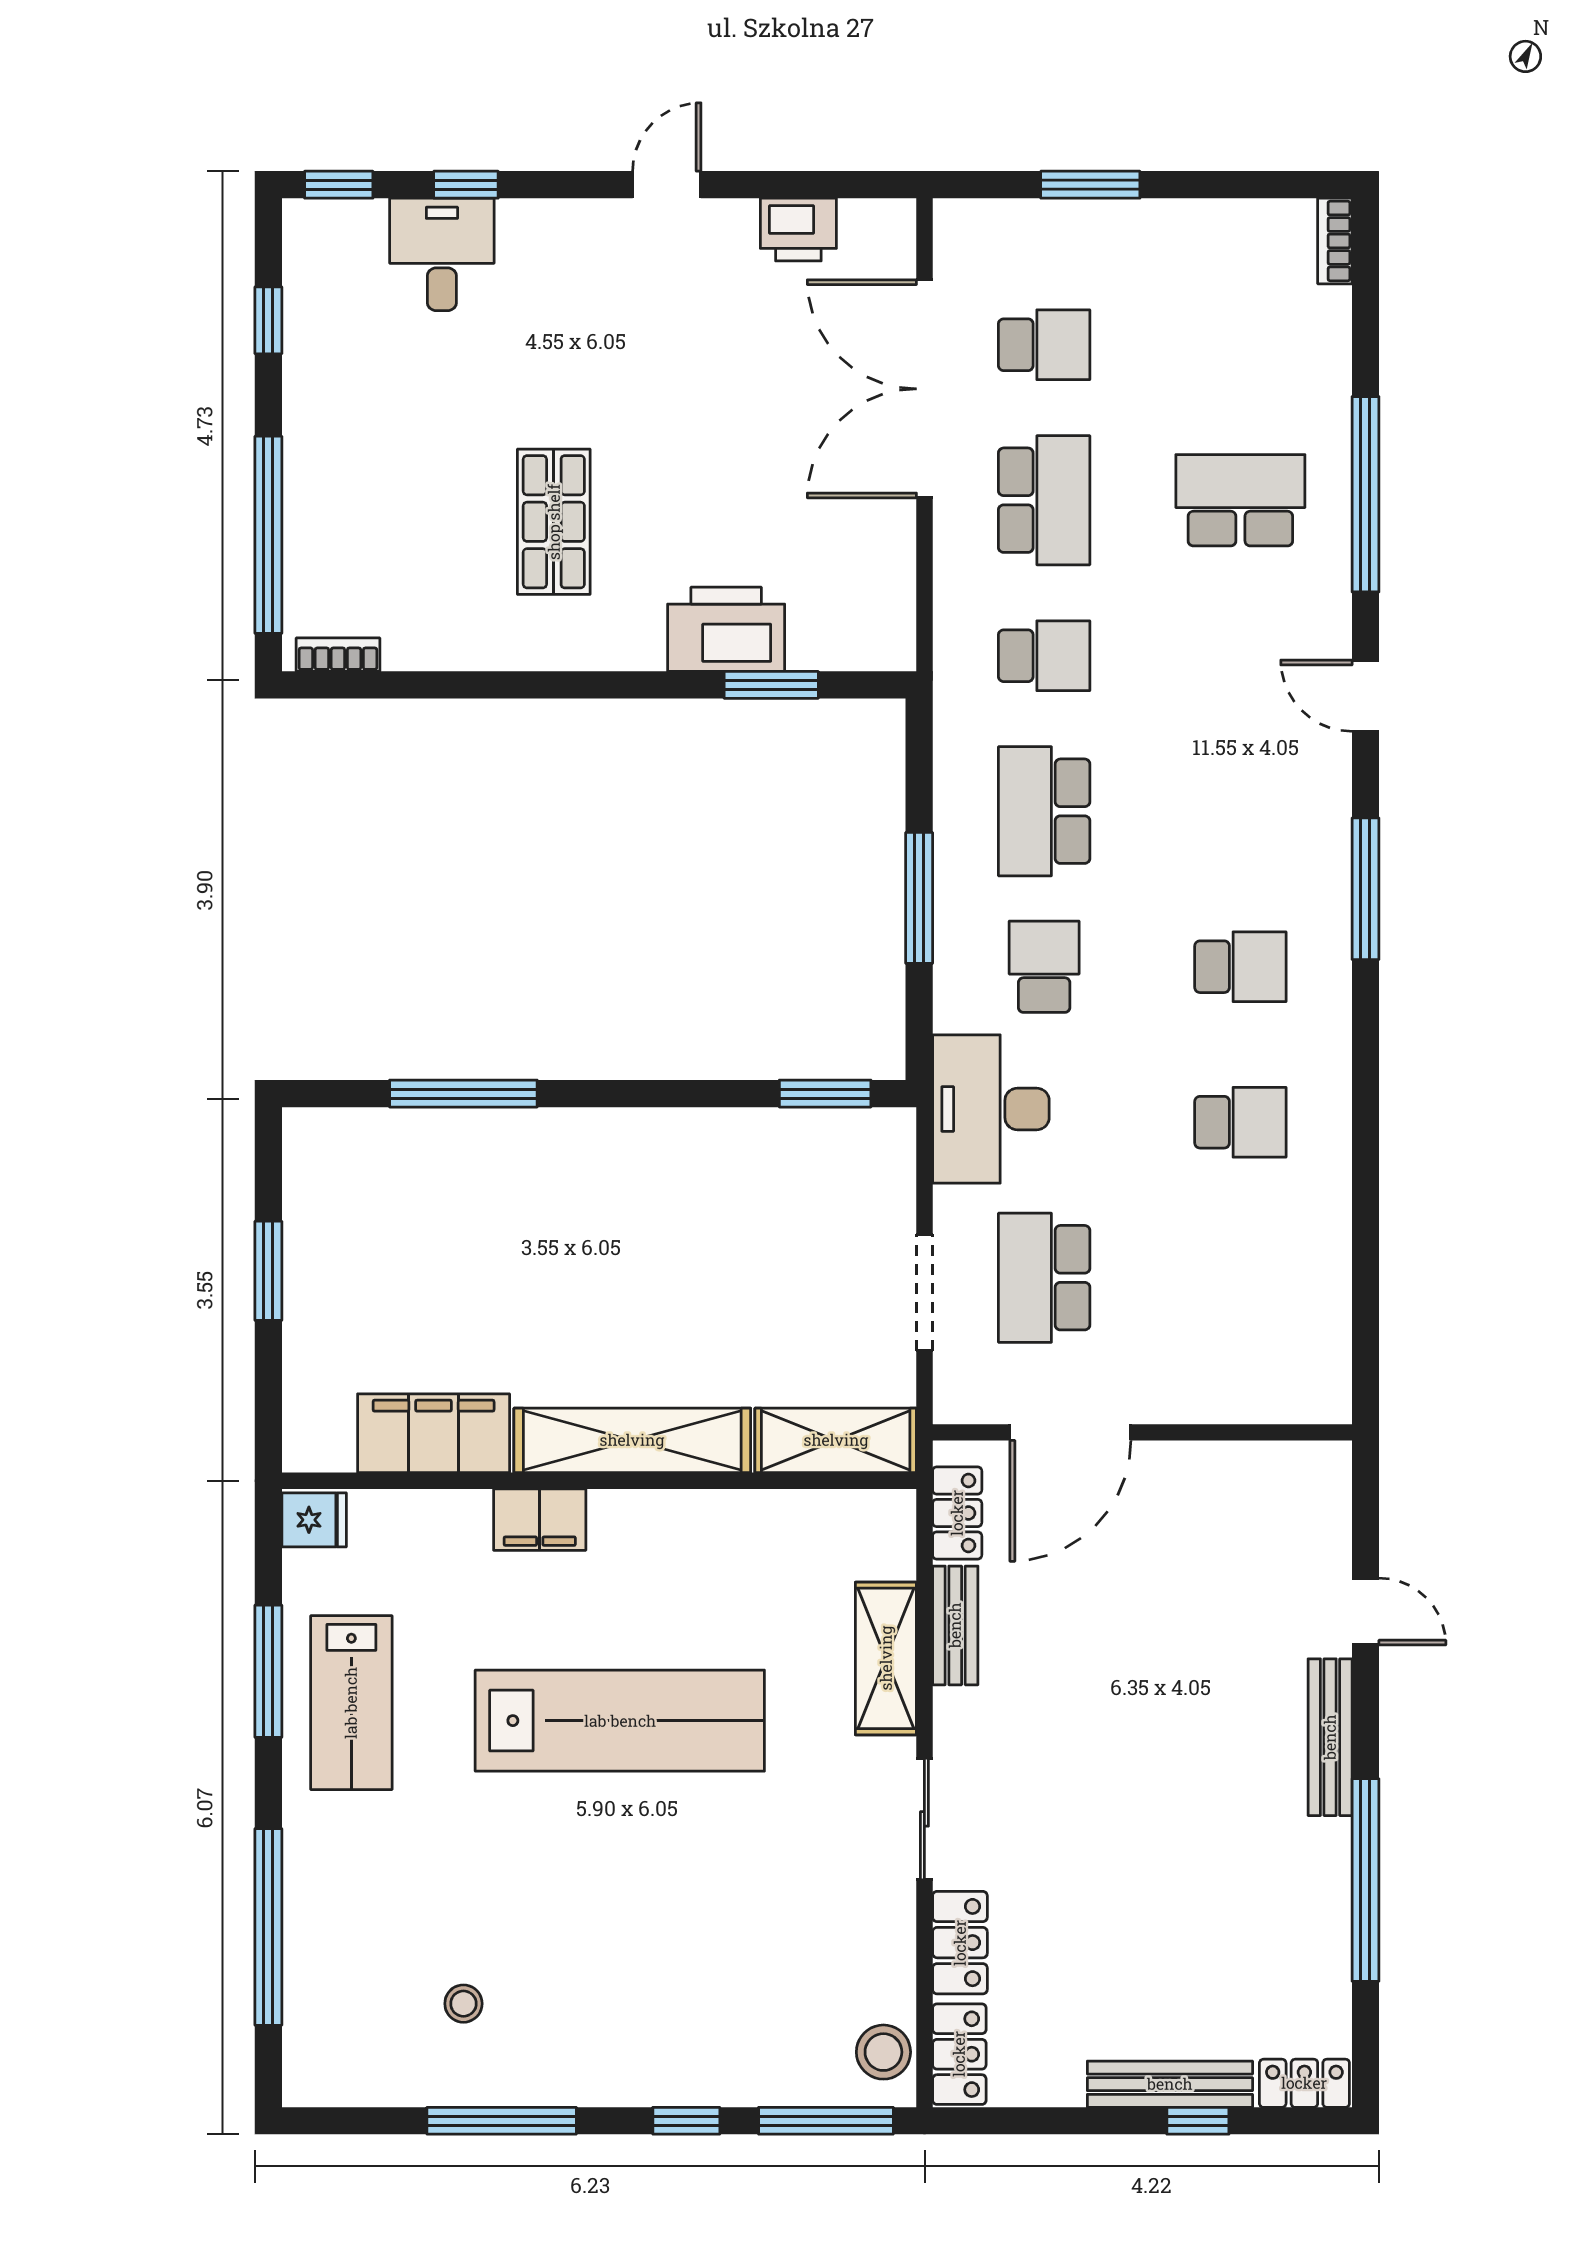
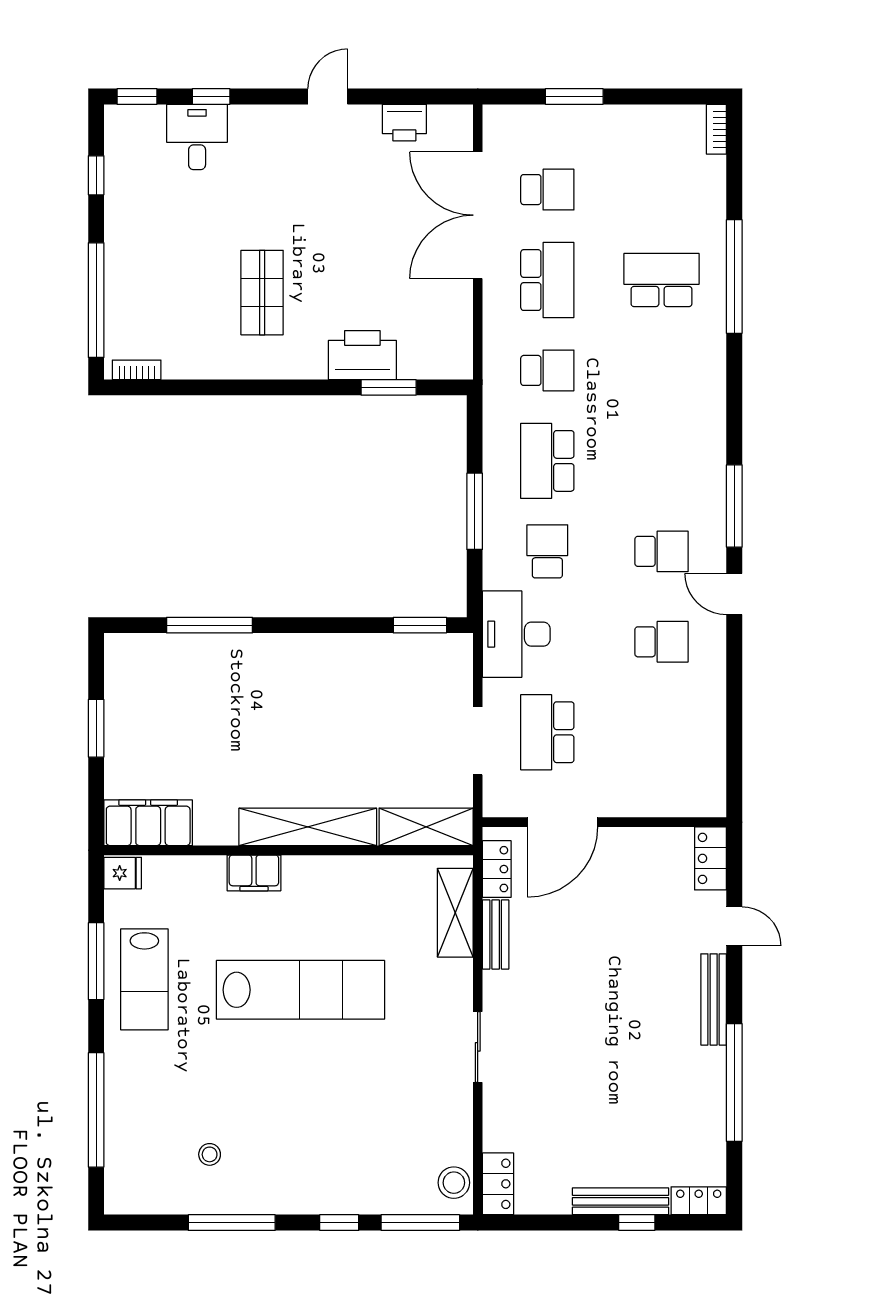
door: (1365, 696) -> (734, 594), moved
filing cabinet: (434, 1433) -> (148, 823), moved
shelving: (886, 1658) -> (455, 913), moved
locker: (960, 1943) -> (710, 858), moved, turned 180

